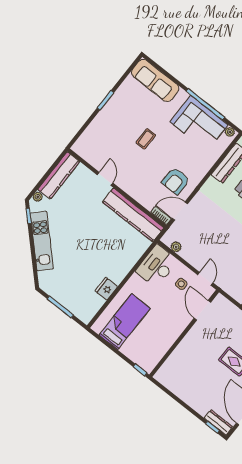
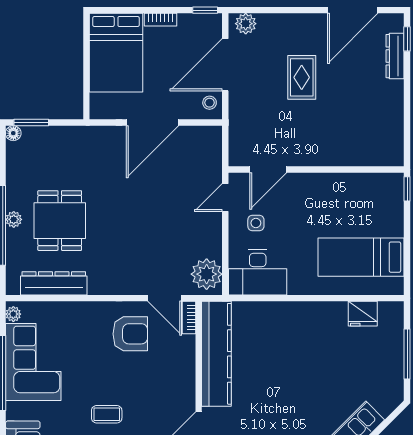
plant: (176, 247) -> (207, 274), width x1.88, depth x1.88
fridge: (106, 289) -> (363, 314), moved
dresser: (218, 422) -> (395, 56), moved

